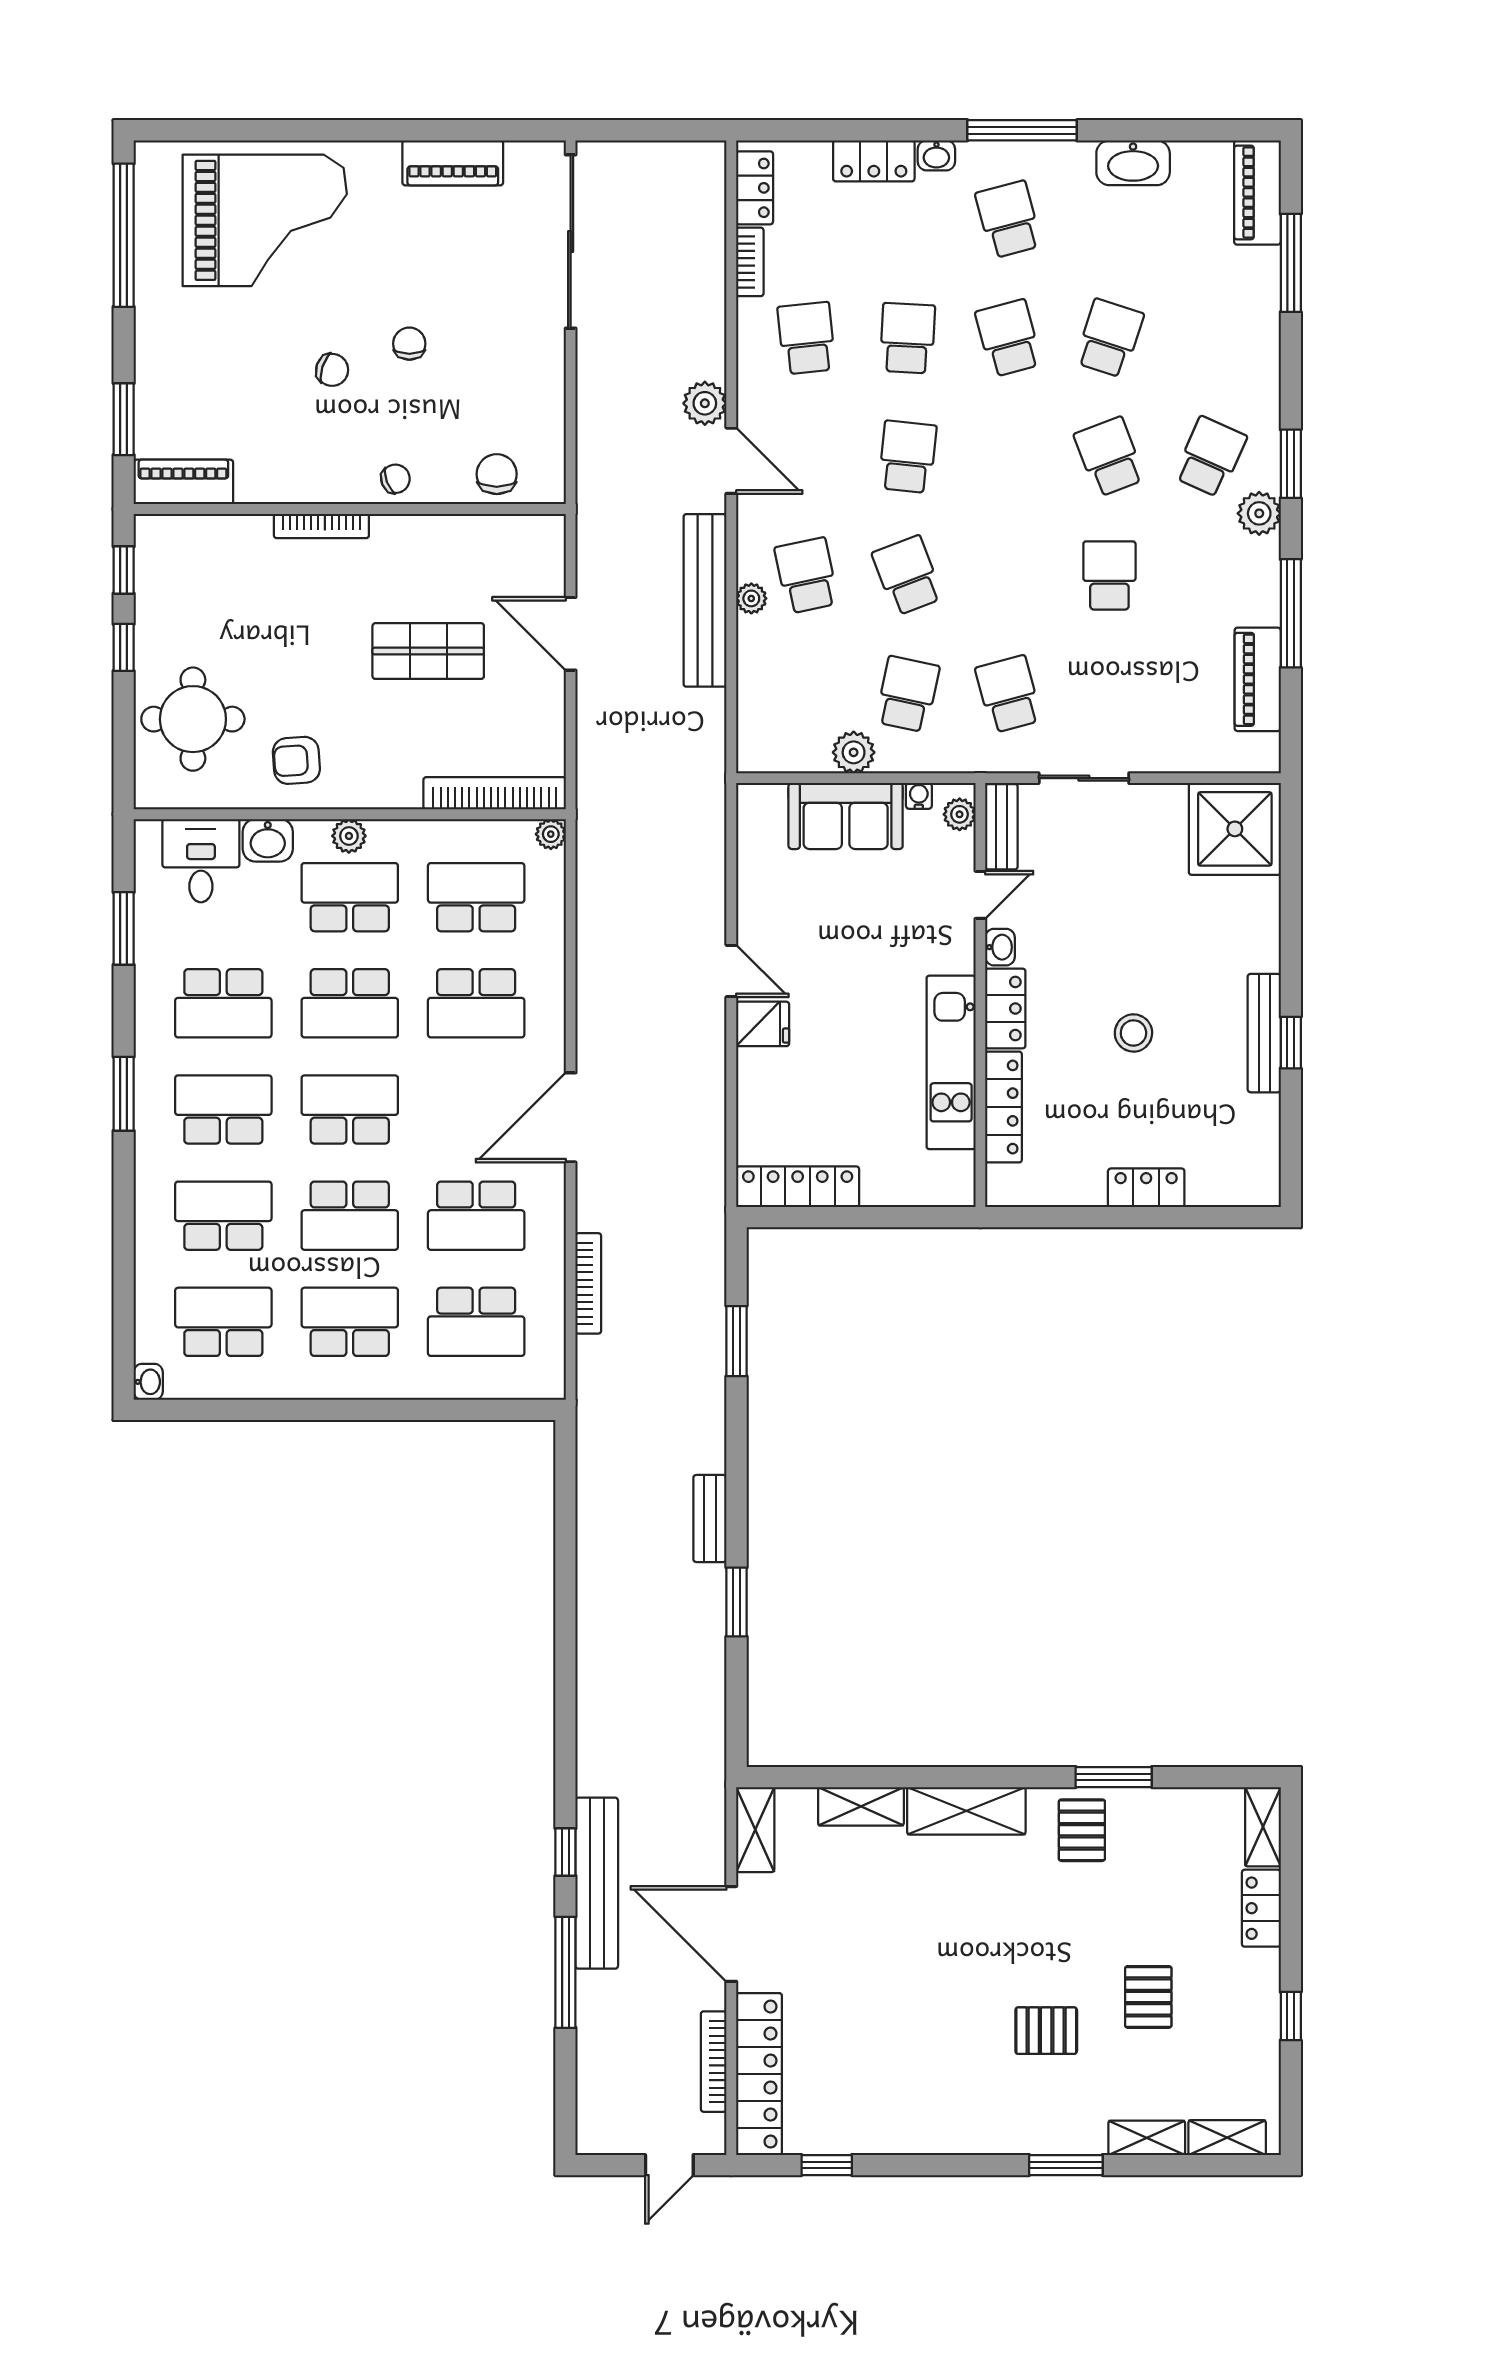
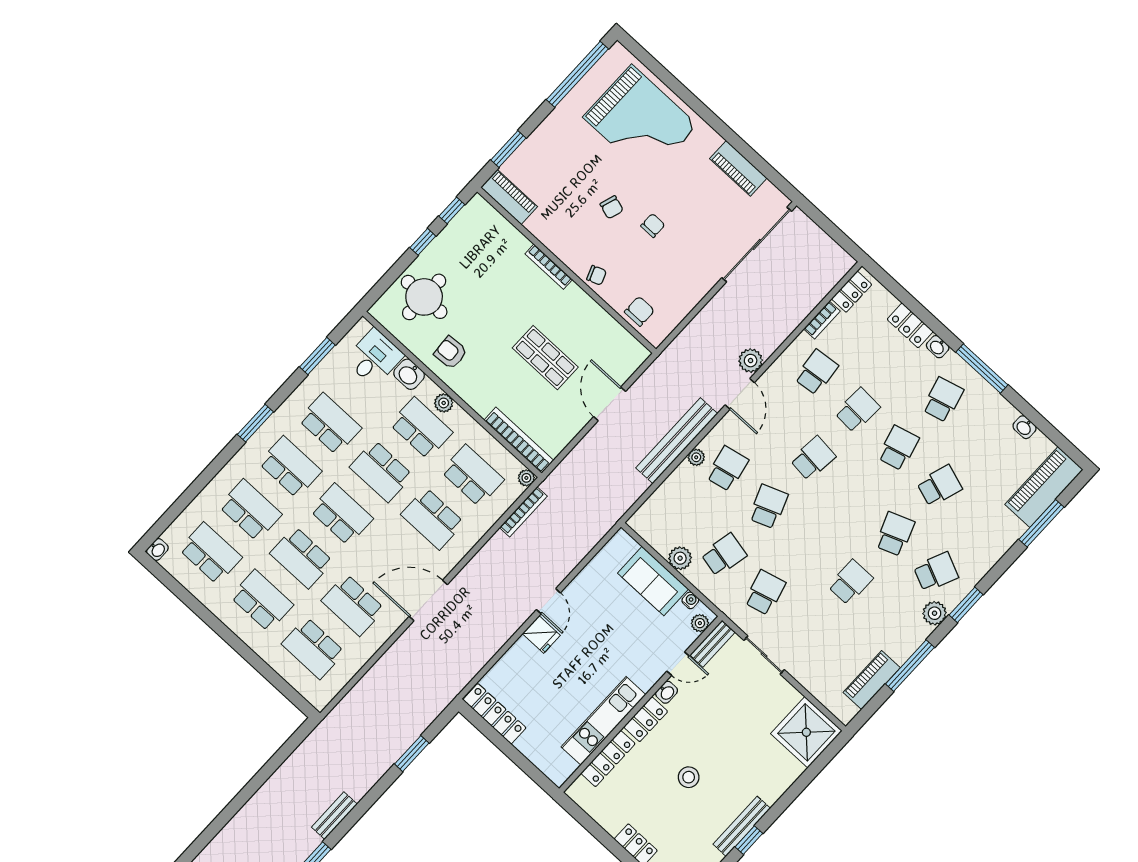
washbasin: (1133, 163) -> (1025, 427), width x0.52, depth x0.69
piano: (1257, 192) -> (1044, 487), width x1.37, depth x1.33
school desk: (223, 1003) -> (330, 424), turned 180
bookcase: (588, 1283) -> (523, 512), moved

